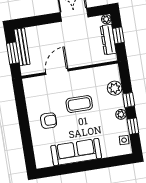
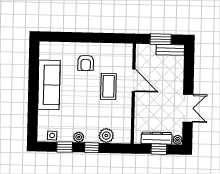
bench: (22, 47) -> (170, 50), width x0.73
coffee table: (79, 104) -> (108, 86), moved

